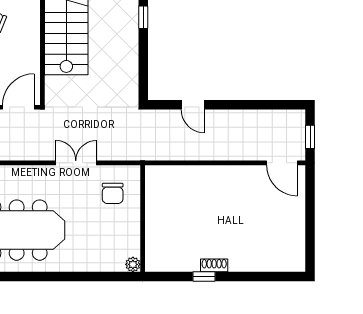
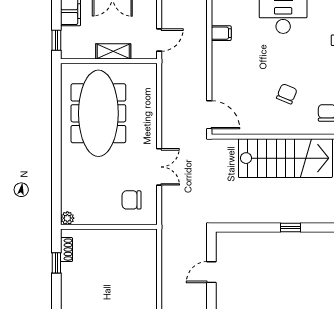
shoe rack: (214, 265) -> (66, 250), moved
window: (204, 277) -> (56, 263), moved

